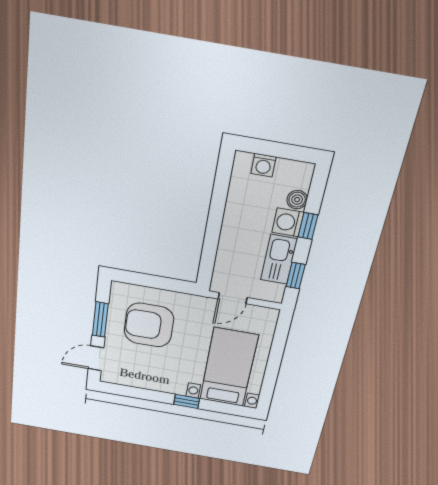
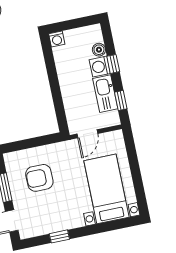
washing machine: (263, 165) -> (57, 39), moved
armchair: (149, 325) -> (39, 178), width x0.73, depth x0.73
window: (187, 401) -> (59, 236), moved

